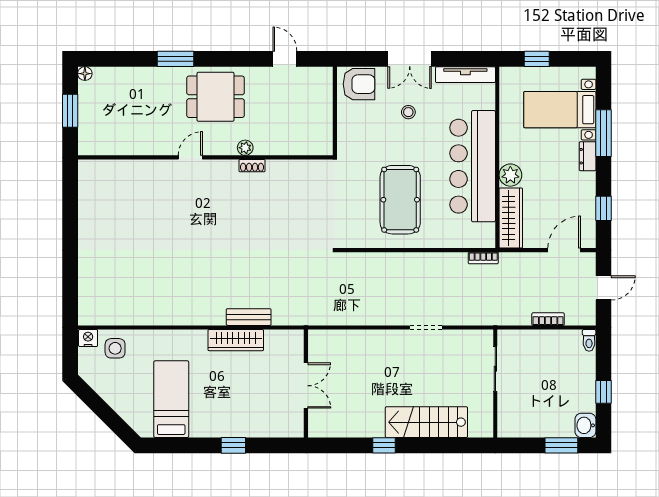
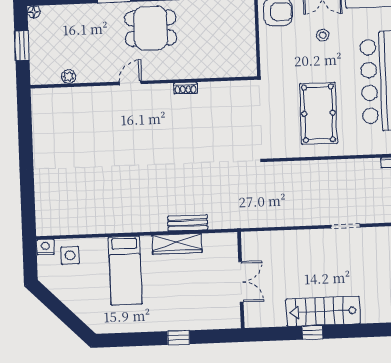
plant: (245, 148) -> (69, 77), moved
bed: (171, 399) -> (125, 271), moved, turned 180
stairs: (426, 422) -> (323, 311), moved

